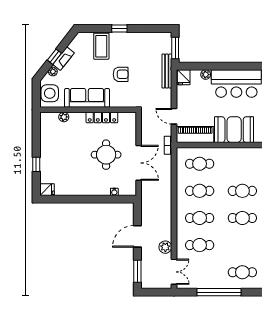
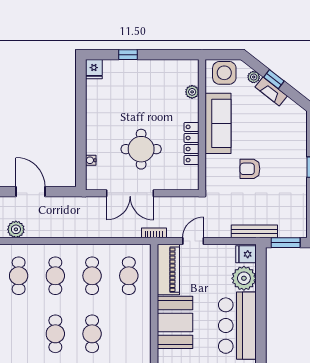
coffee table: (101, 46) -> (288, 143), removed
armchair: (121, 74) -> (250, 169), turned 90
plant: (206, 75) -> (244, 278), width x1.88, depth x1.88

